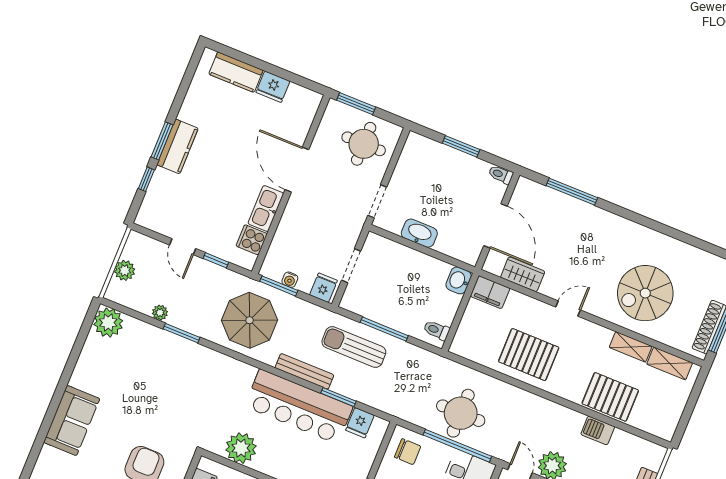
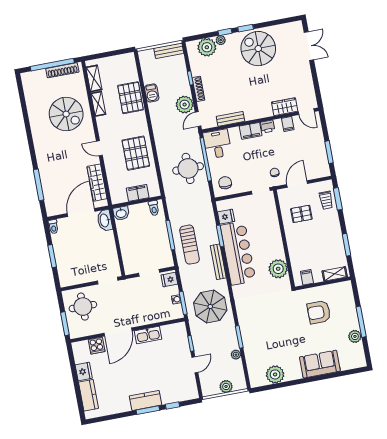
washbasin: (419, 233) -> (105, 220), moved
cooker: (252, 240) -> (97, 346), moved
wardrobe: (523, 274) -> (97, 183), width x1.50
filing cabinet: (490, 292) -> (138, 193), moved, turned -90
plant: (108, 323) -> (275, 374), moved

